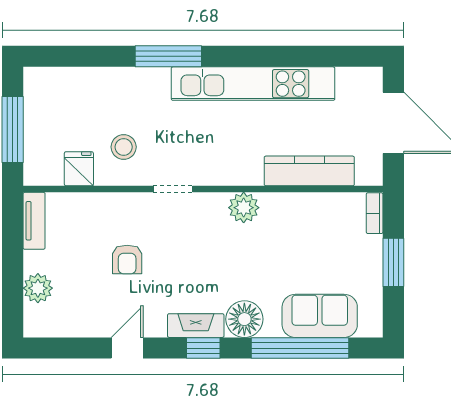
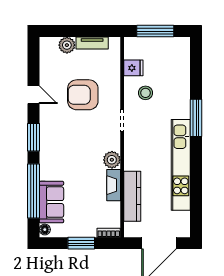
tv unit: (34, 221) -> (92, 43), moved
armchair: (127, 259) -> (83, 95), width x1.88, depth x1.88
floor lamp: (244, 319) -> (45, 230), moved, width x0.53, depth x0.53
fireplace: (196, 326) -> (114, 185), moved, turned 180
window: (203, 348) -> (34, 137), width x1.50

